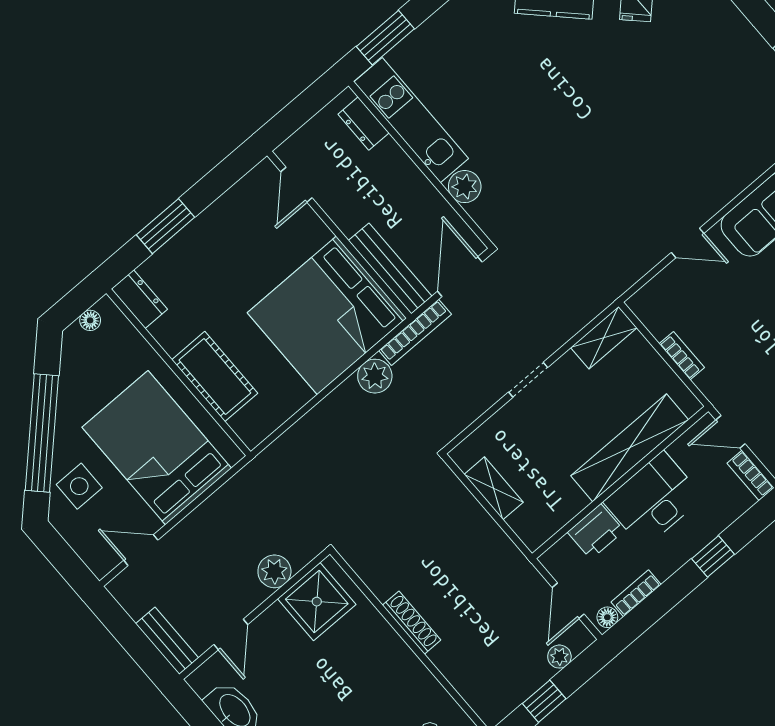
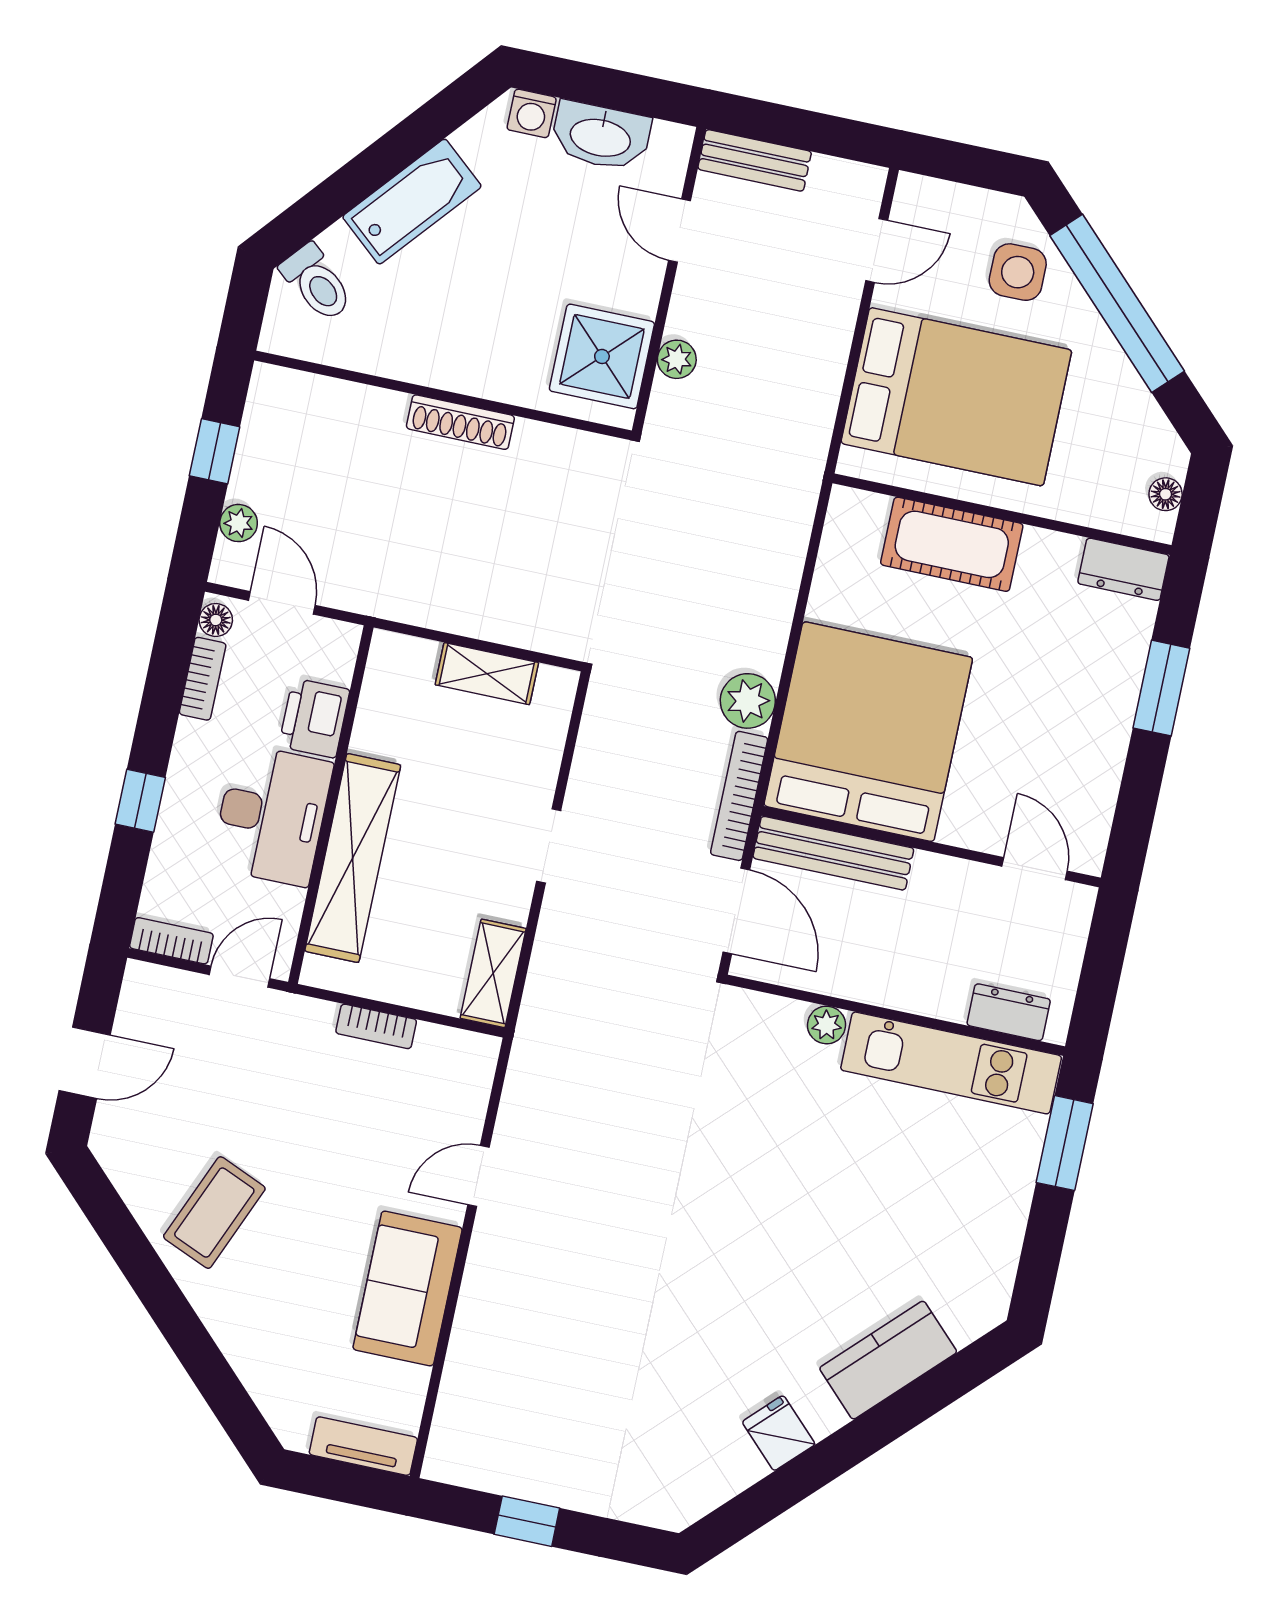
plant: (465, 187) -> (827, 1025), width x0.73, depth x0.73
plant: (274, 571) -> (677, 359), width x0.73, depth x0.73

